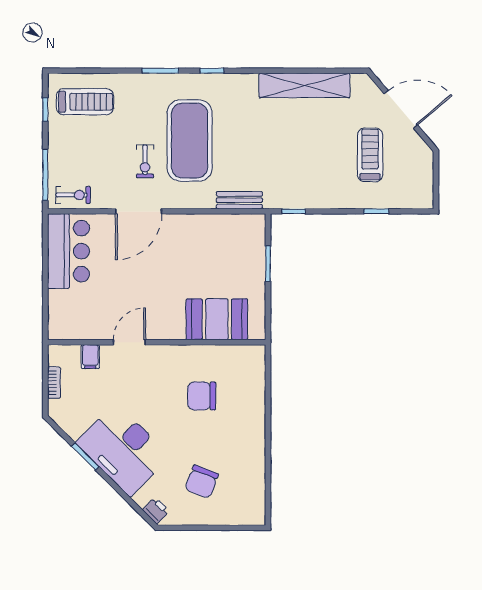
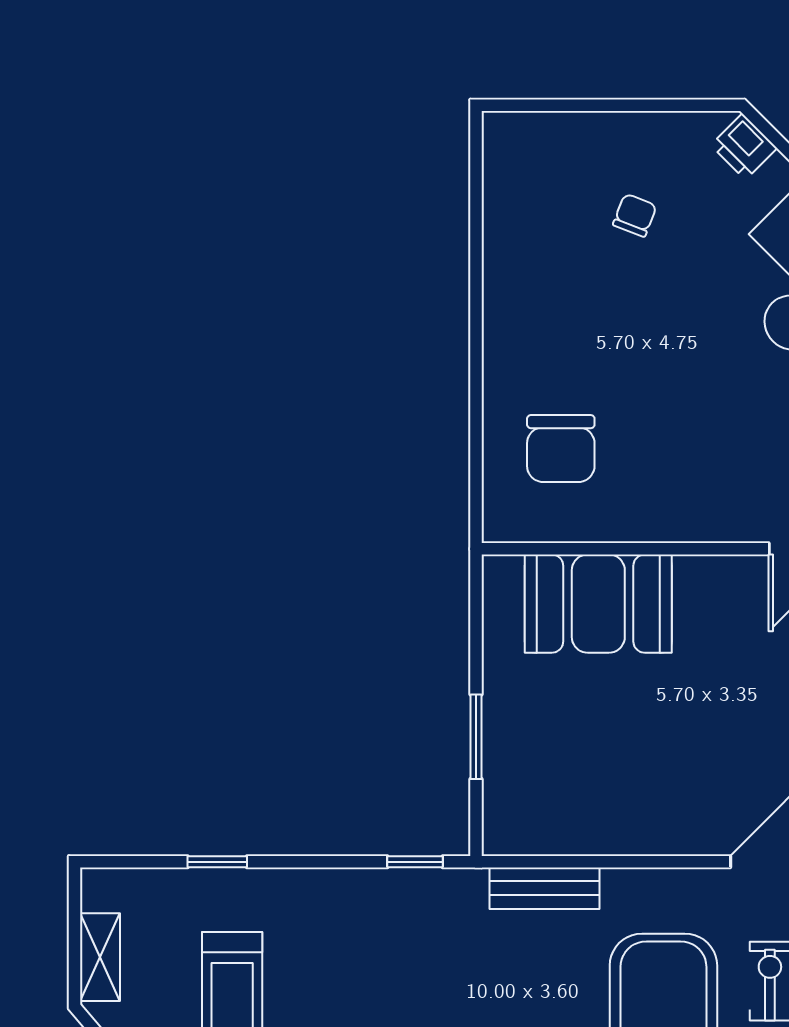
shelving: (425, 171) -> (100, 957), added
chair: (202, 396) -> (561, 449), moved, turned 90
chair: (202, 482) -> (635, 215), width x0.54, depth x0.54

